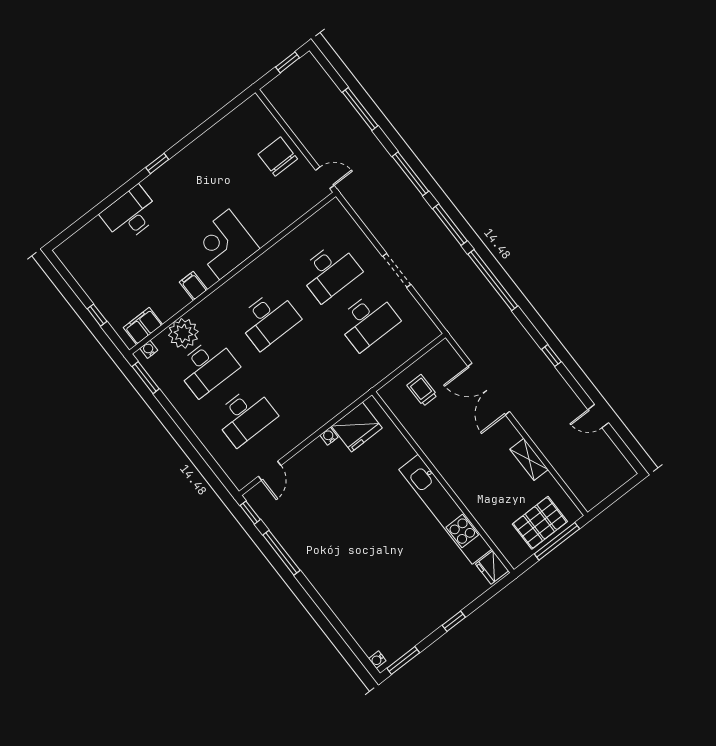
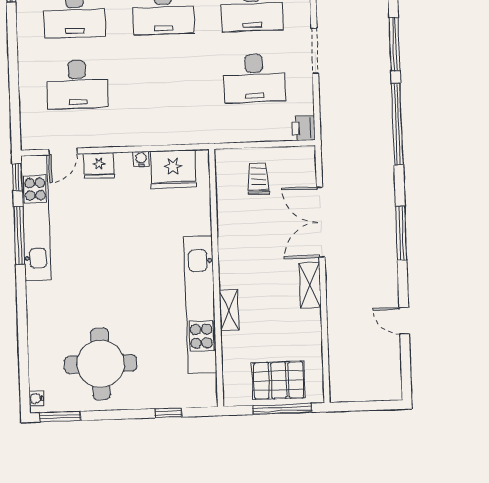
printer: (428, 331) -> (303, 128), added
window: (551, 356) -> (401, 233), width x2.17
shelving: (529, 459) -> (310, 285), moved
shelving: (469, 499) -> (229, 310), added
kitchen unit: (284, 532) -> (36, 218), added
fridge: (492, 567) -> (99, 166), moved, turned -90
round table: (405, 602) -> (101, 364), added
window: (454, 621) -> (168, 413), moved

